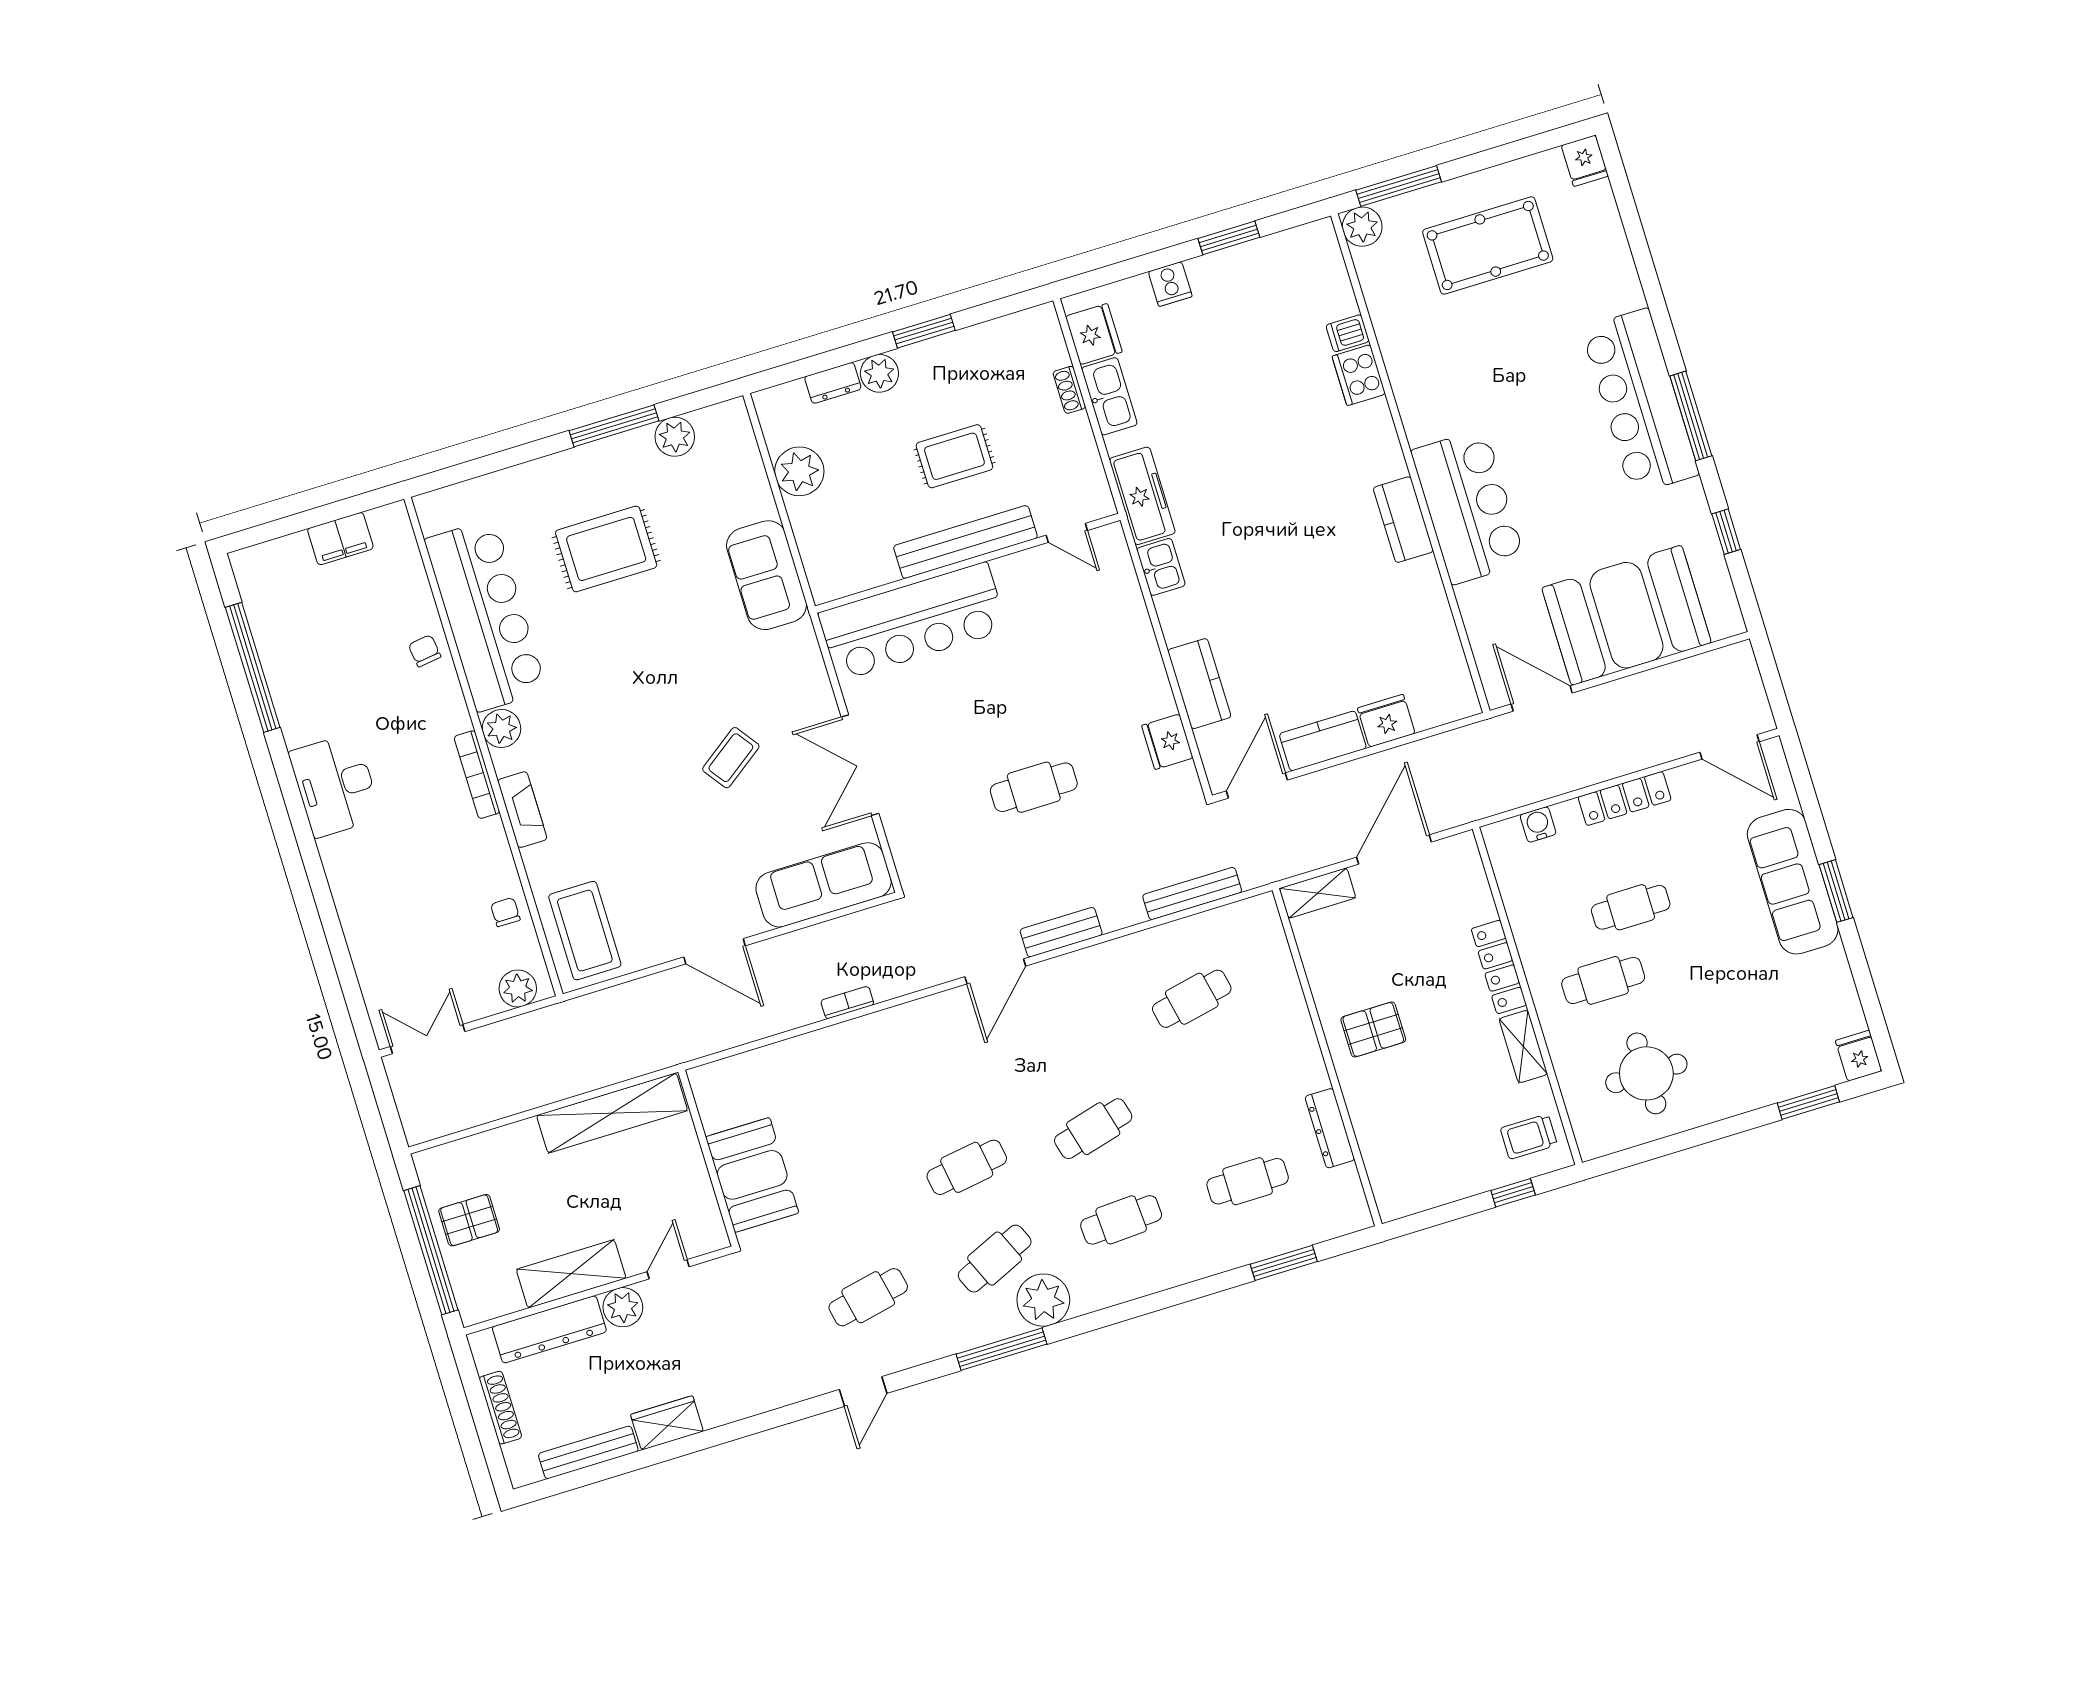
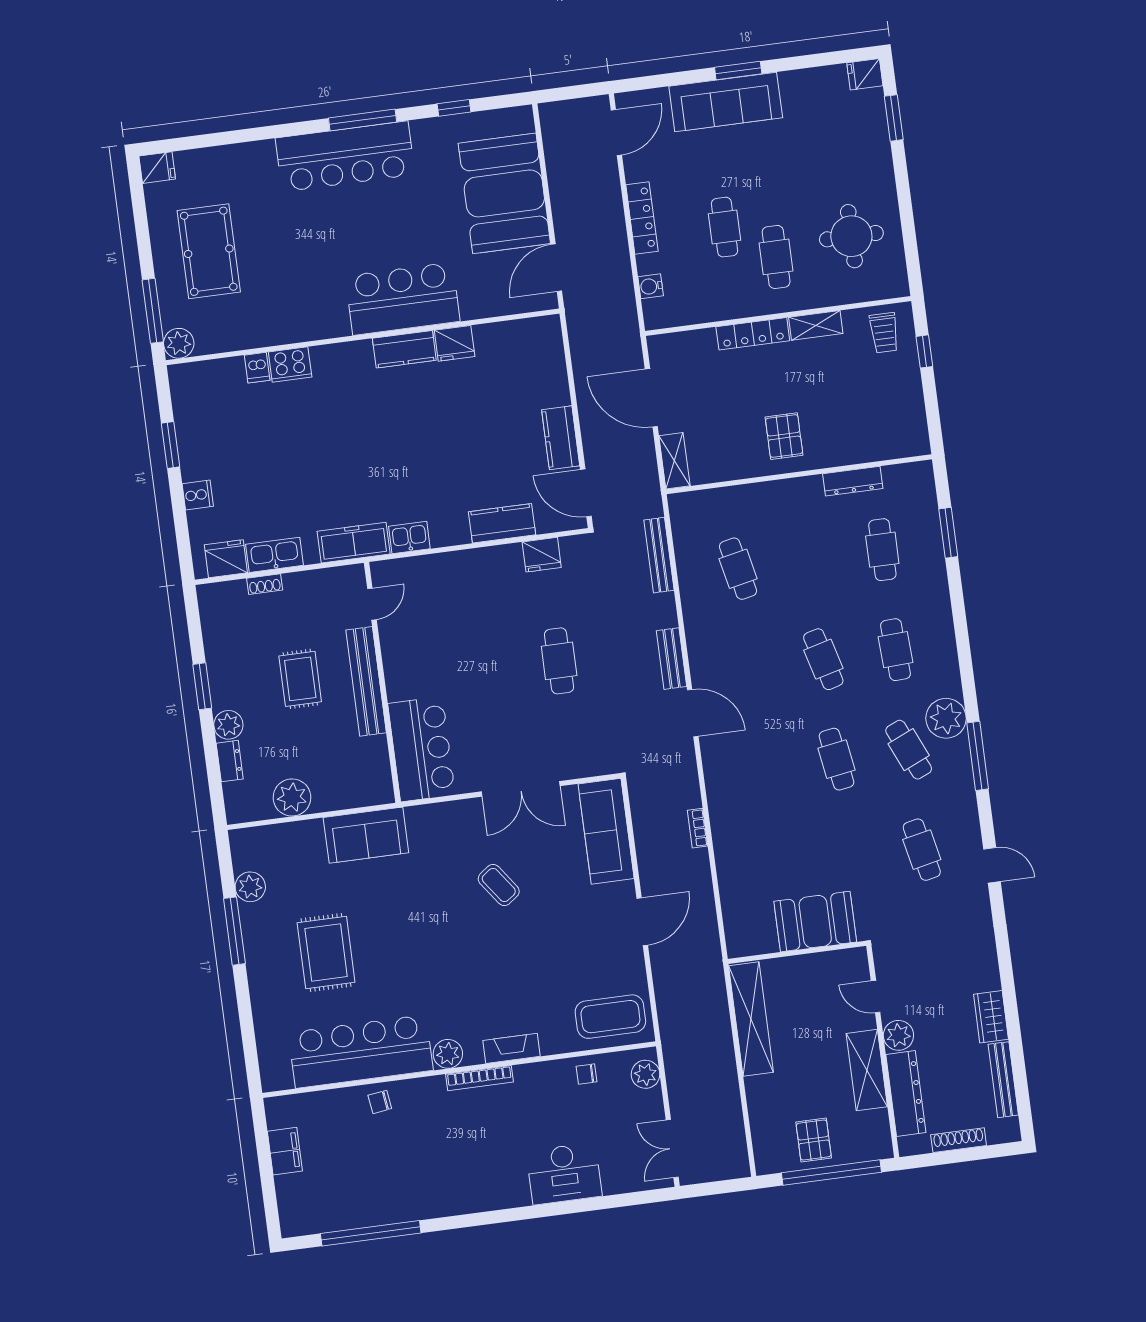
bar counter: (913, 621) -> (422, 749), width x0.73
fridge: (1386, 721) -> (455, 343), moved, turned -90
desk: (335, 785) -> (564, 1174), moved

